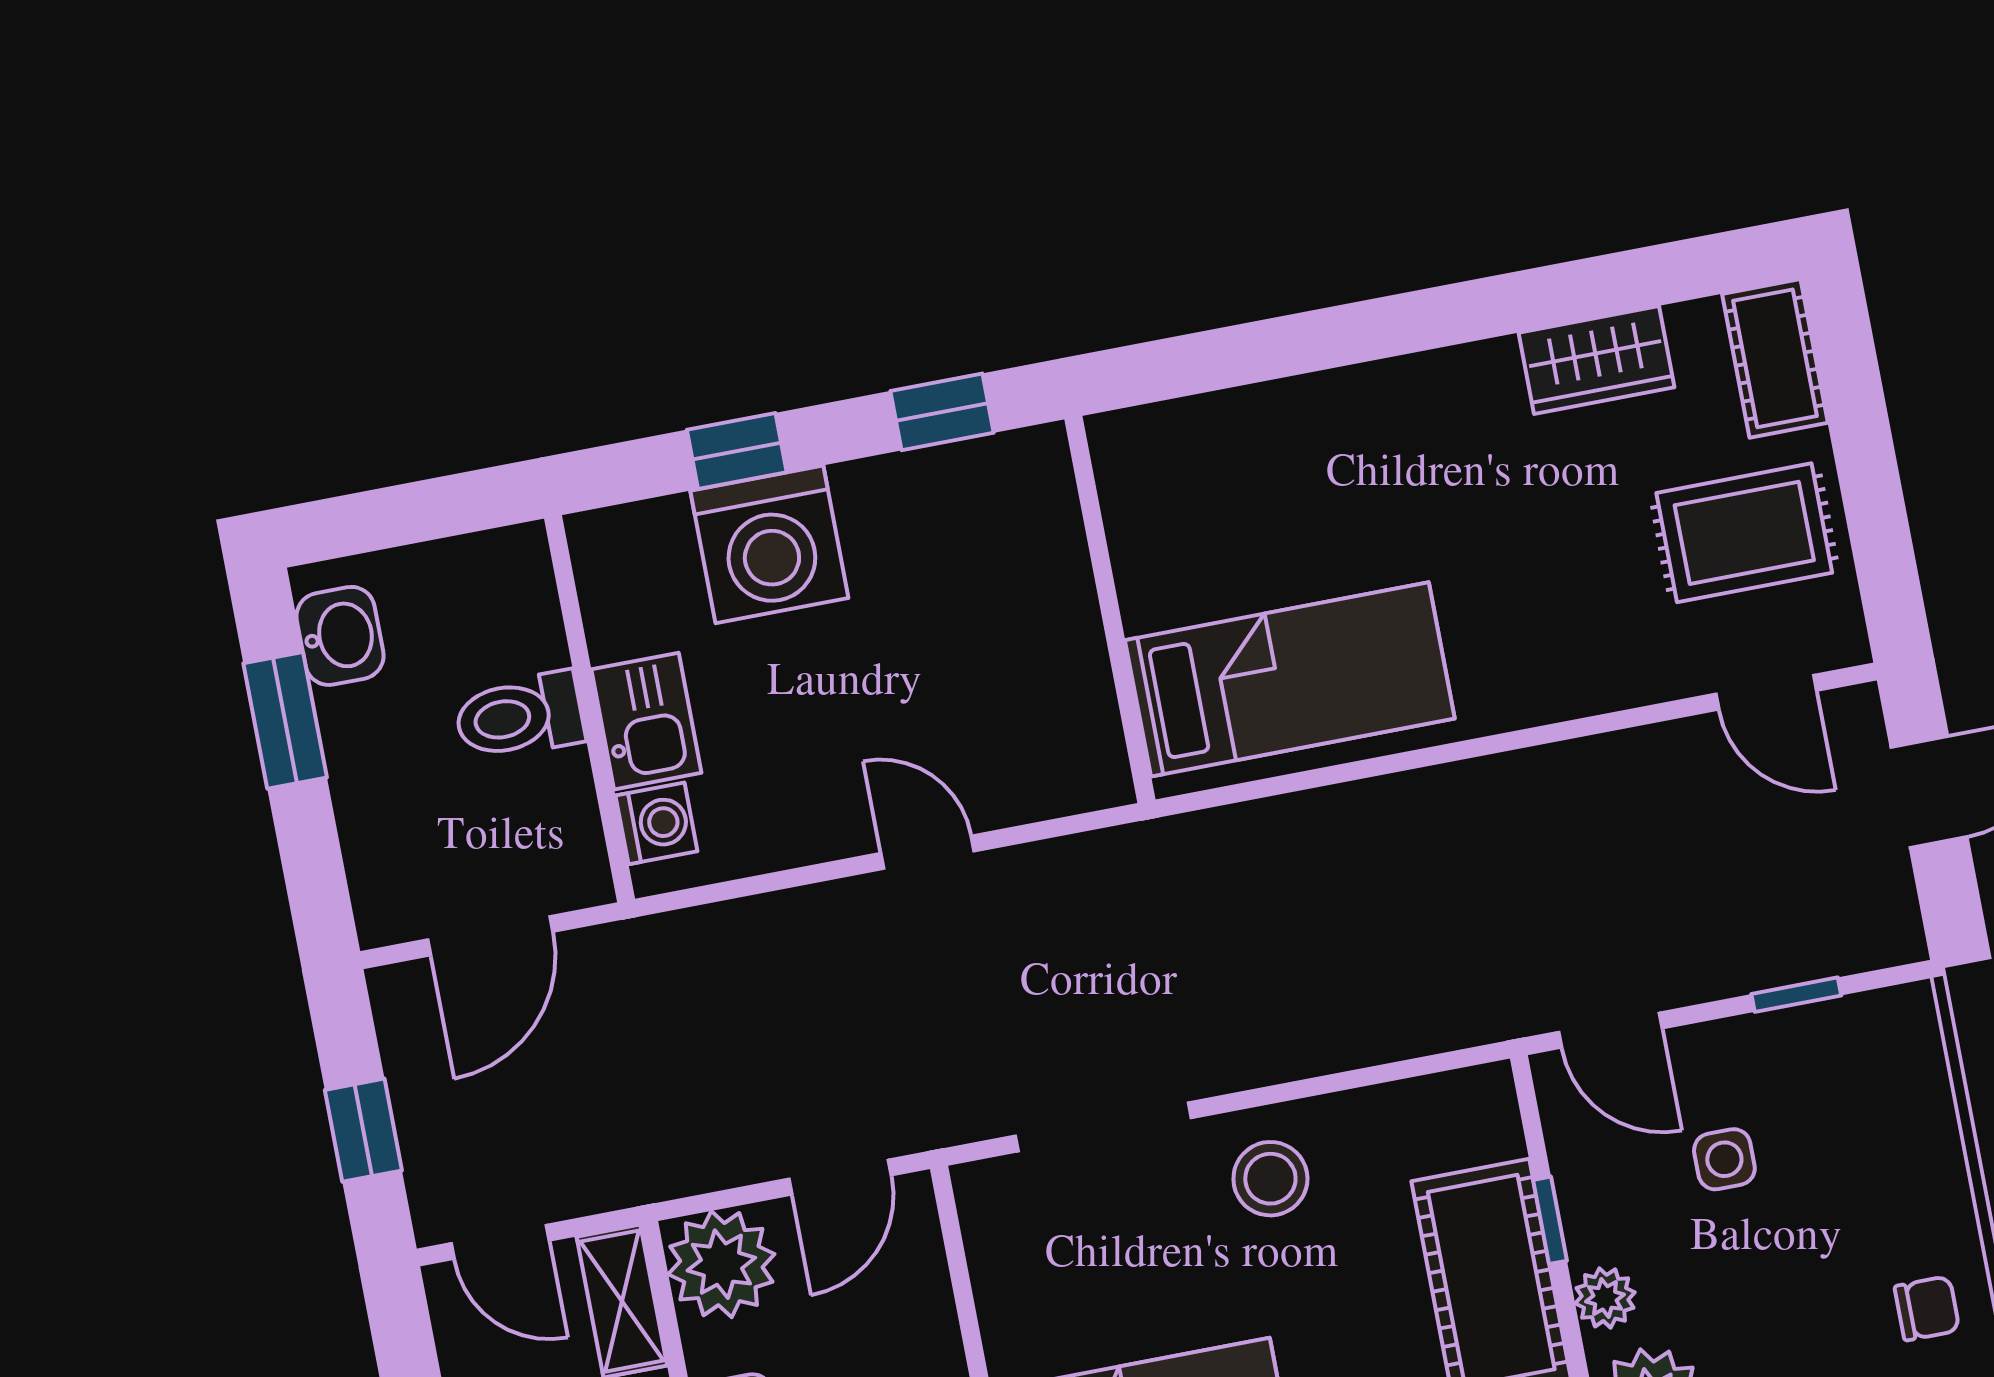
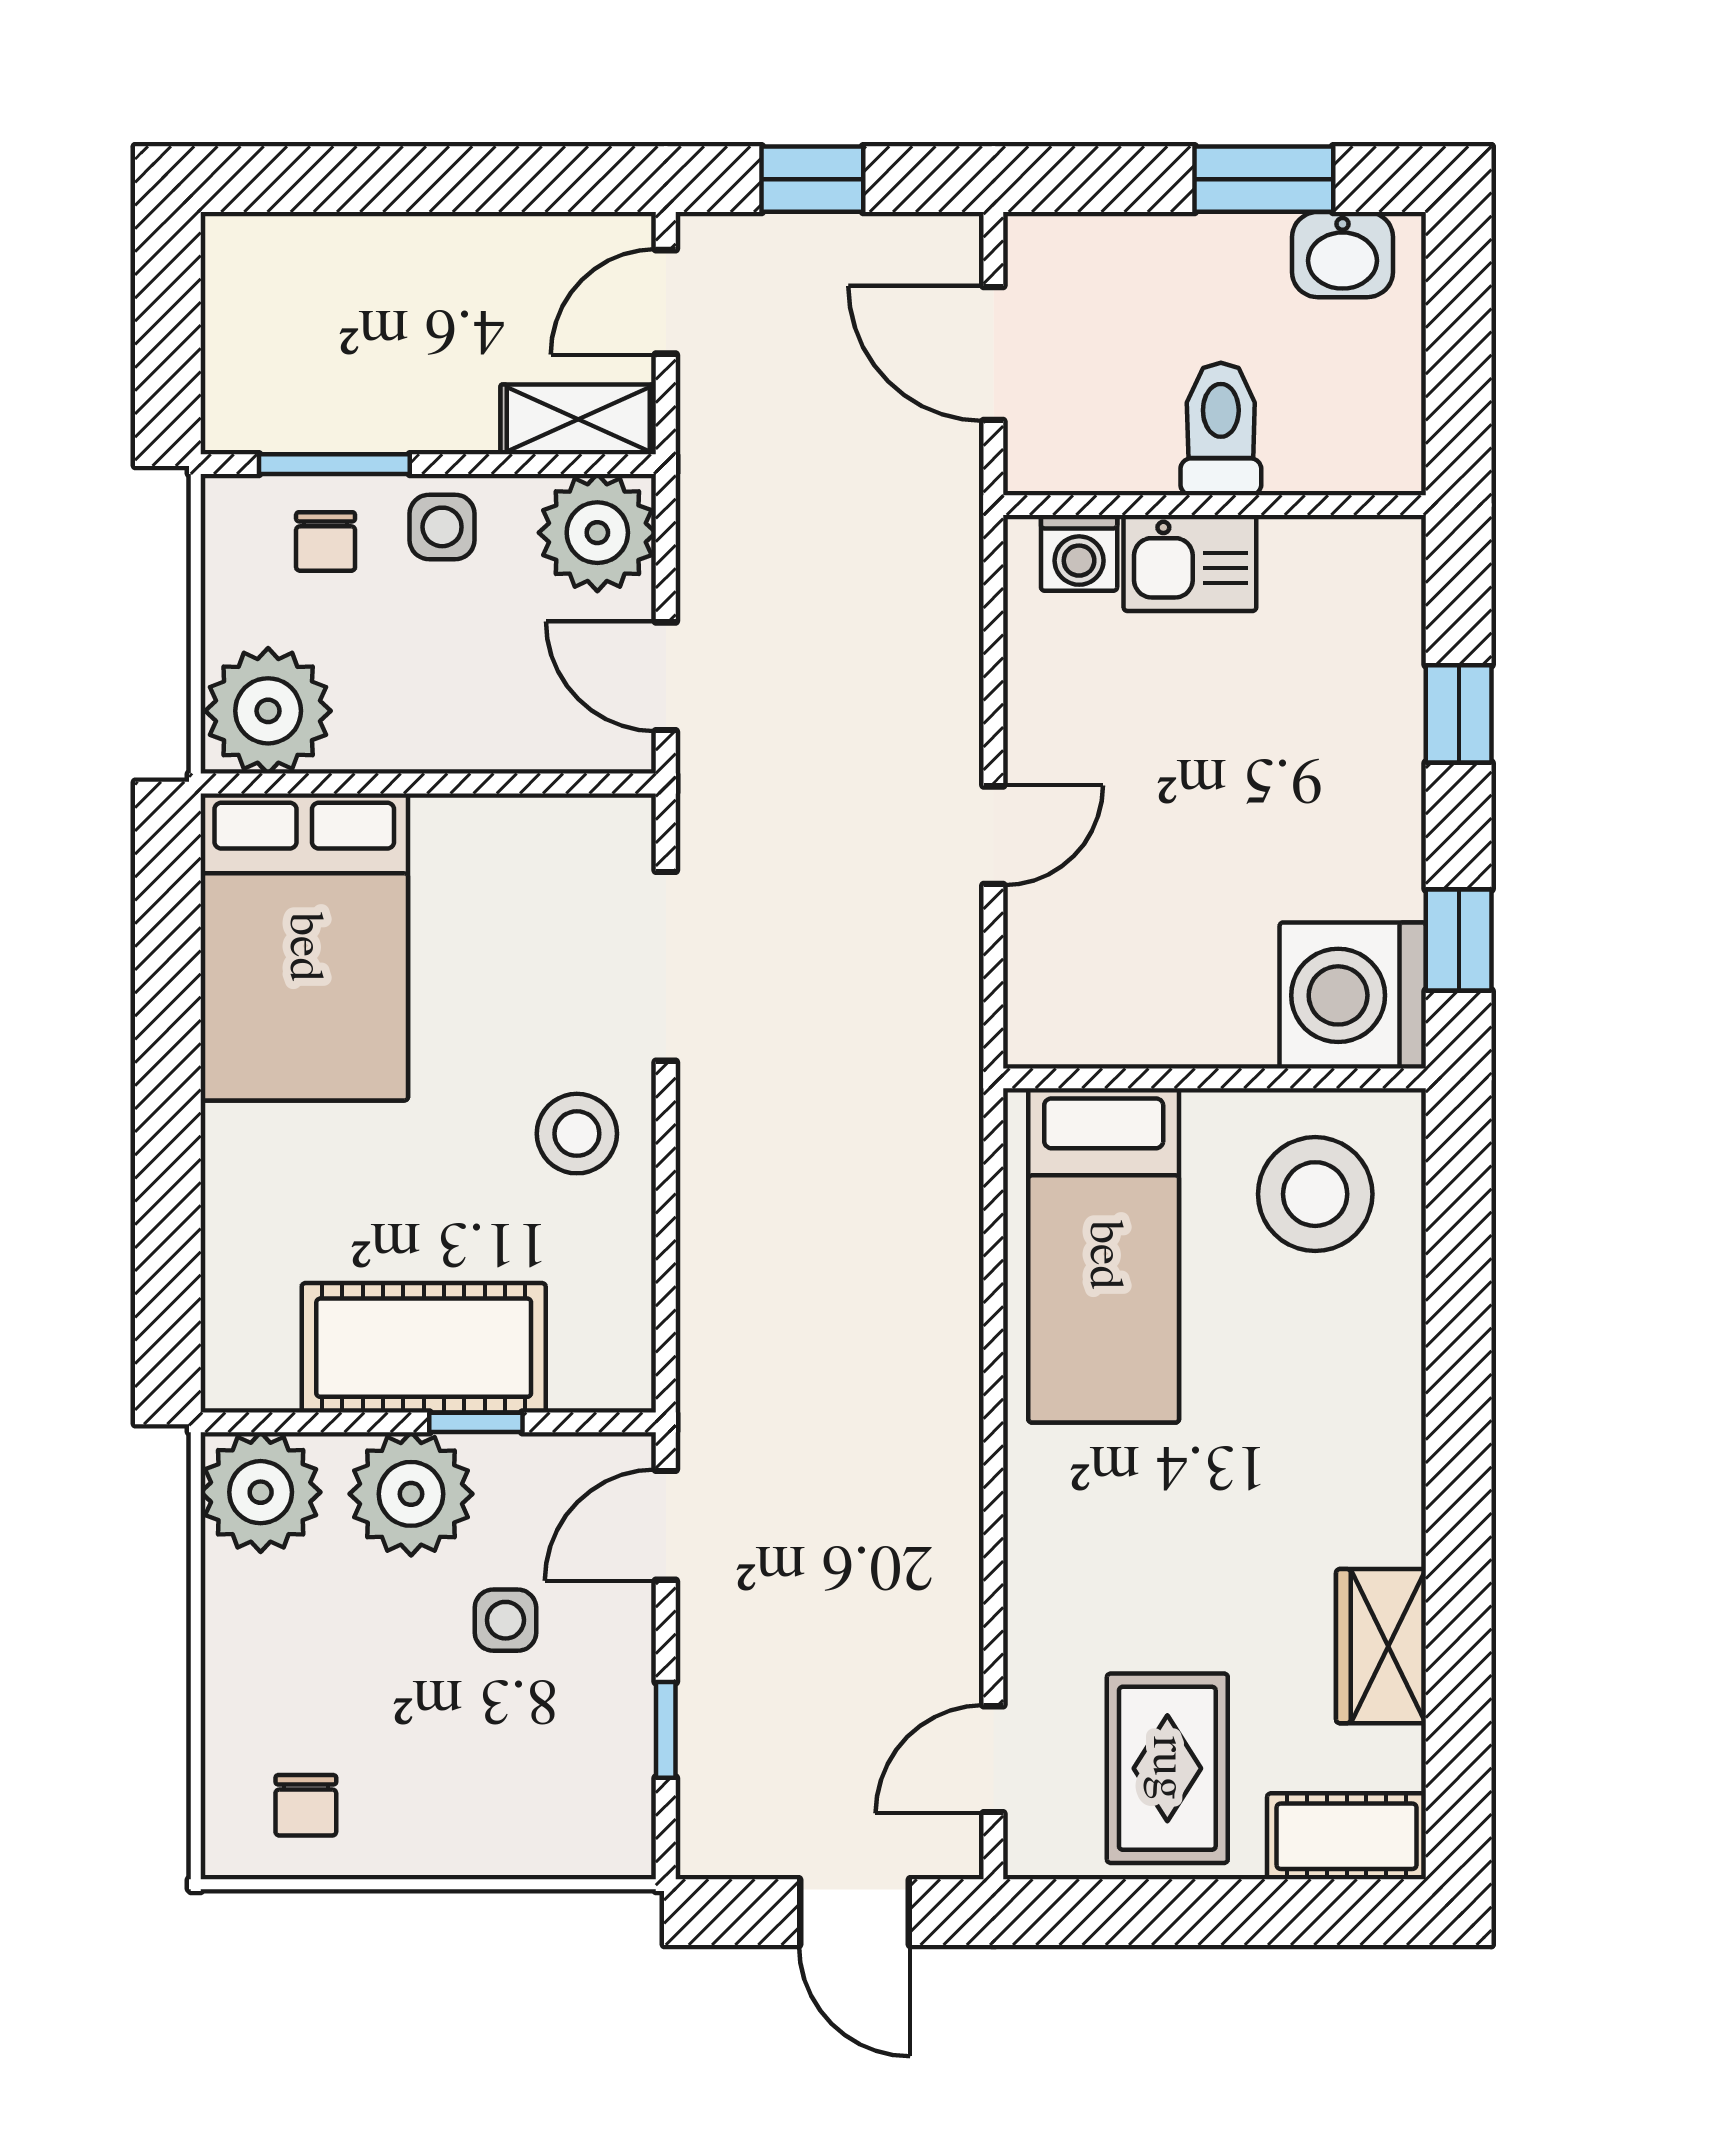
stool: (1197, 498) -> (1315, 1194), added
washing machine: (769, 544) -> (1353, 995), moved
plant: (1605, 1298) -> (411, 1494), width x1.88, depth x1.88

